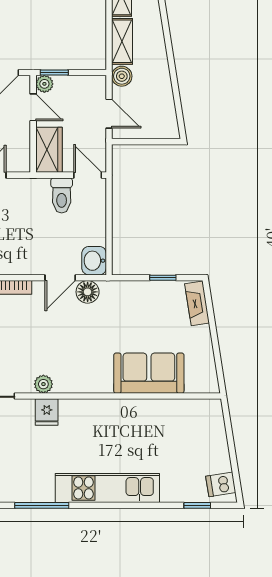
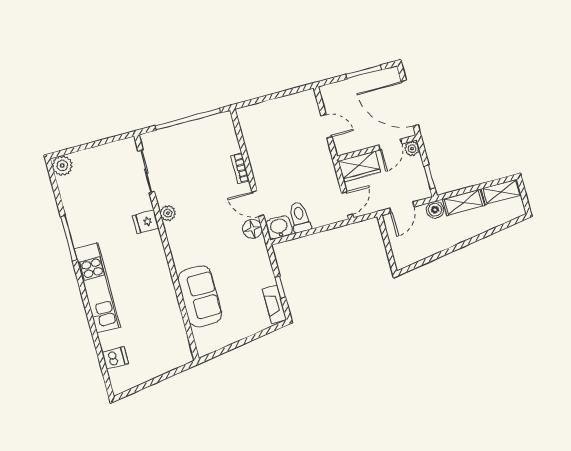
window: (54, 72) -> (429, 177), moved
toilet: (62, 195) -> (300, 217), moved, turned 90
fireplace: (197, 303) -> (275, 304), moved, turned -81
dishwasher: (221, 484) -> (115, 358), moved, turned 99
window: (197, 505) -> (103, 364), removed

